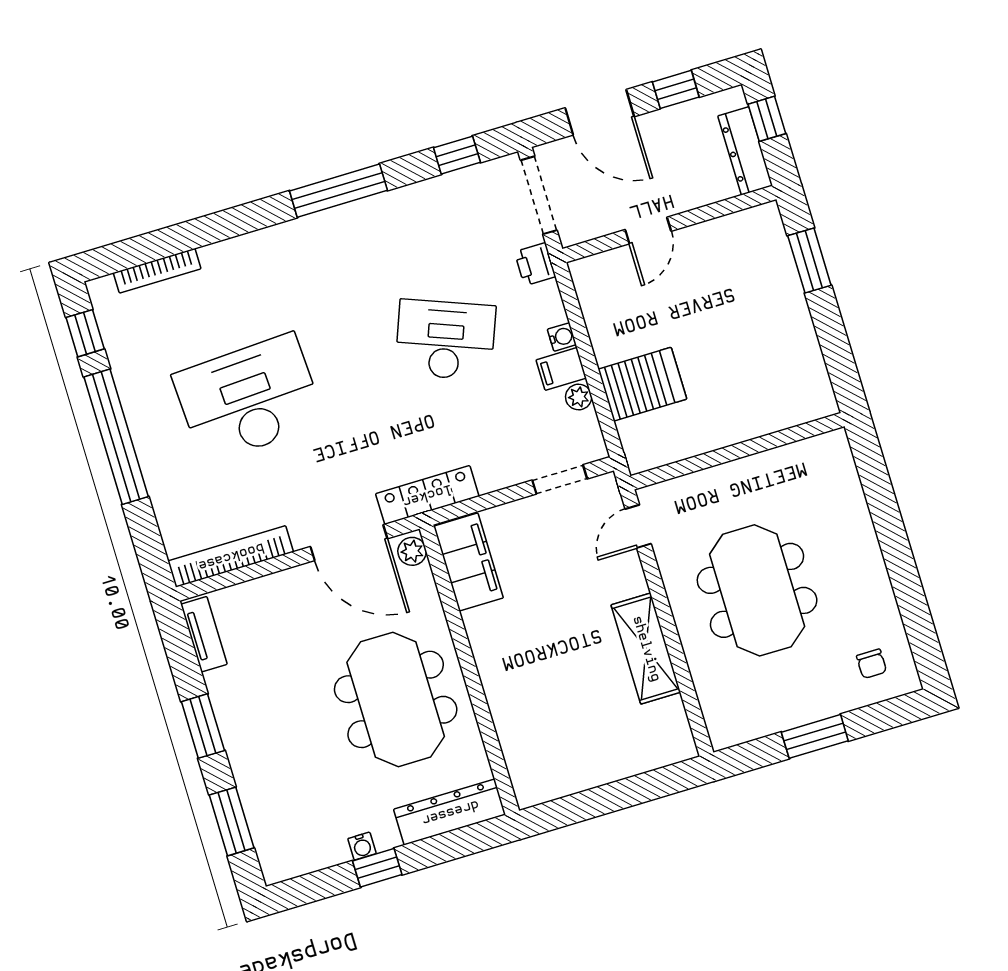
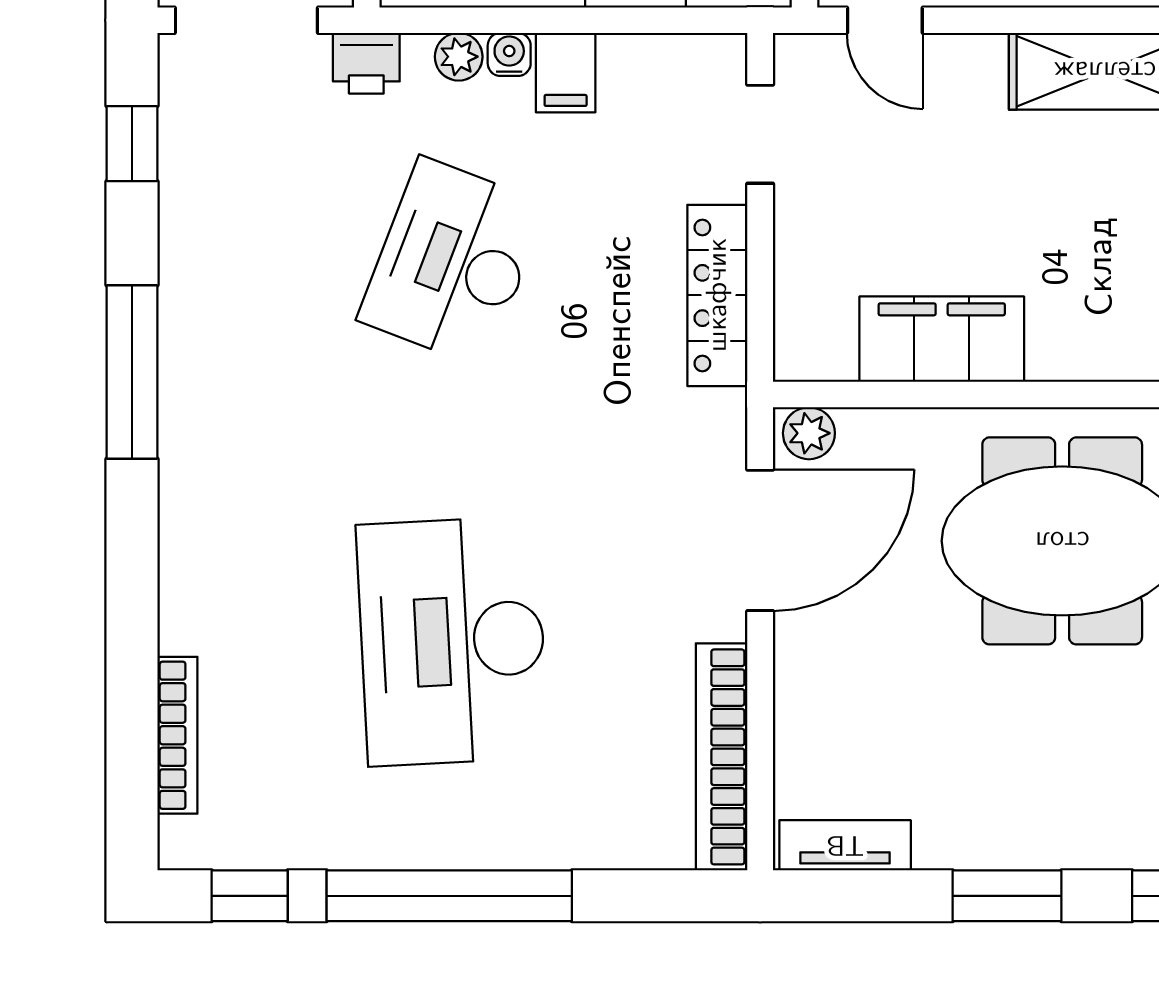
plant: (579, 397) -> (459, 57), moved
locker: (427, 495) -> (717, 295), moved
filing cabinet: (468, 562) -> (942, 339), moved

